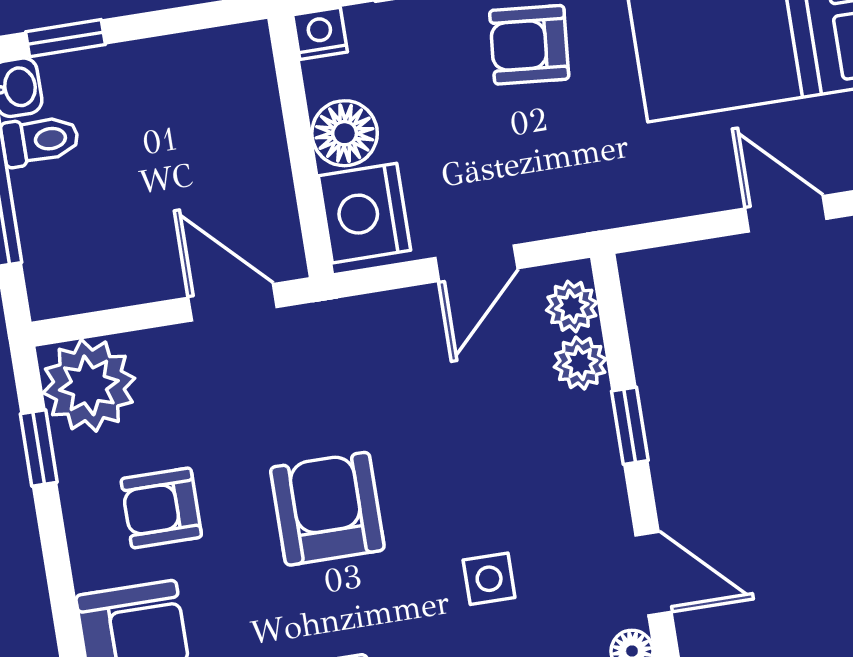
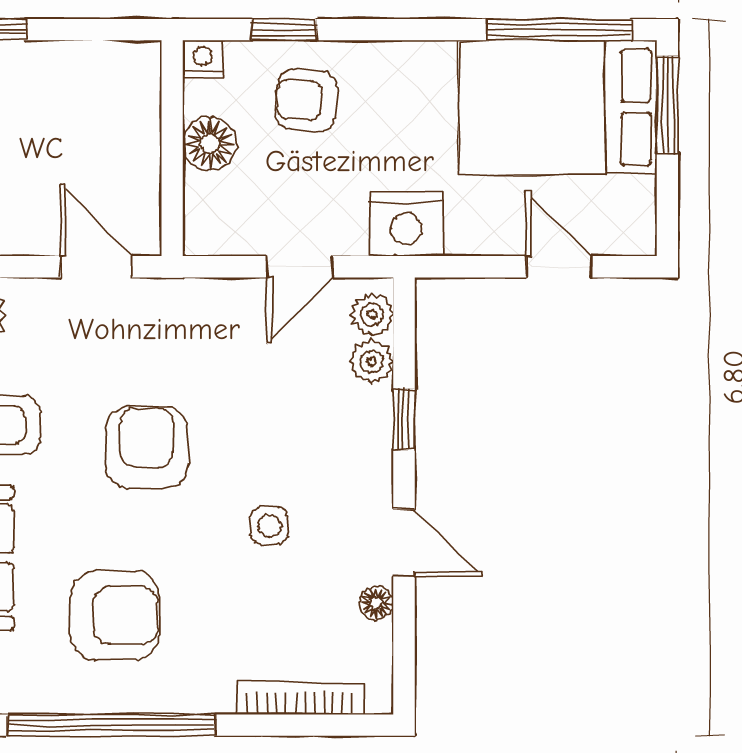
armchair: (529, 45) -> (307, 101), moved
nightstand: (365, 213) -> (406, 223), moved, turned -90

